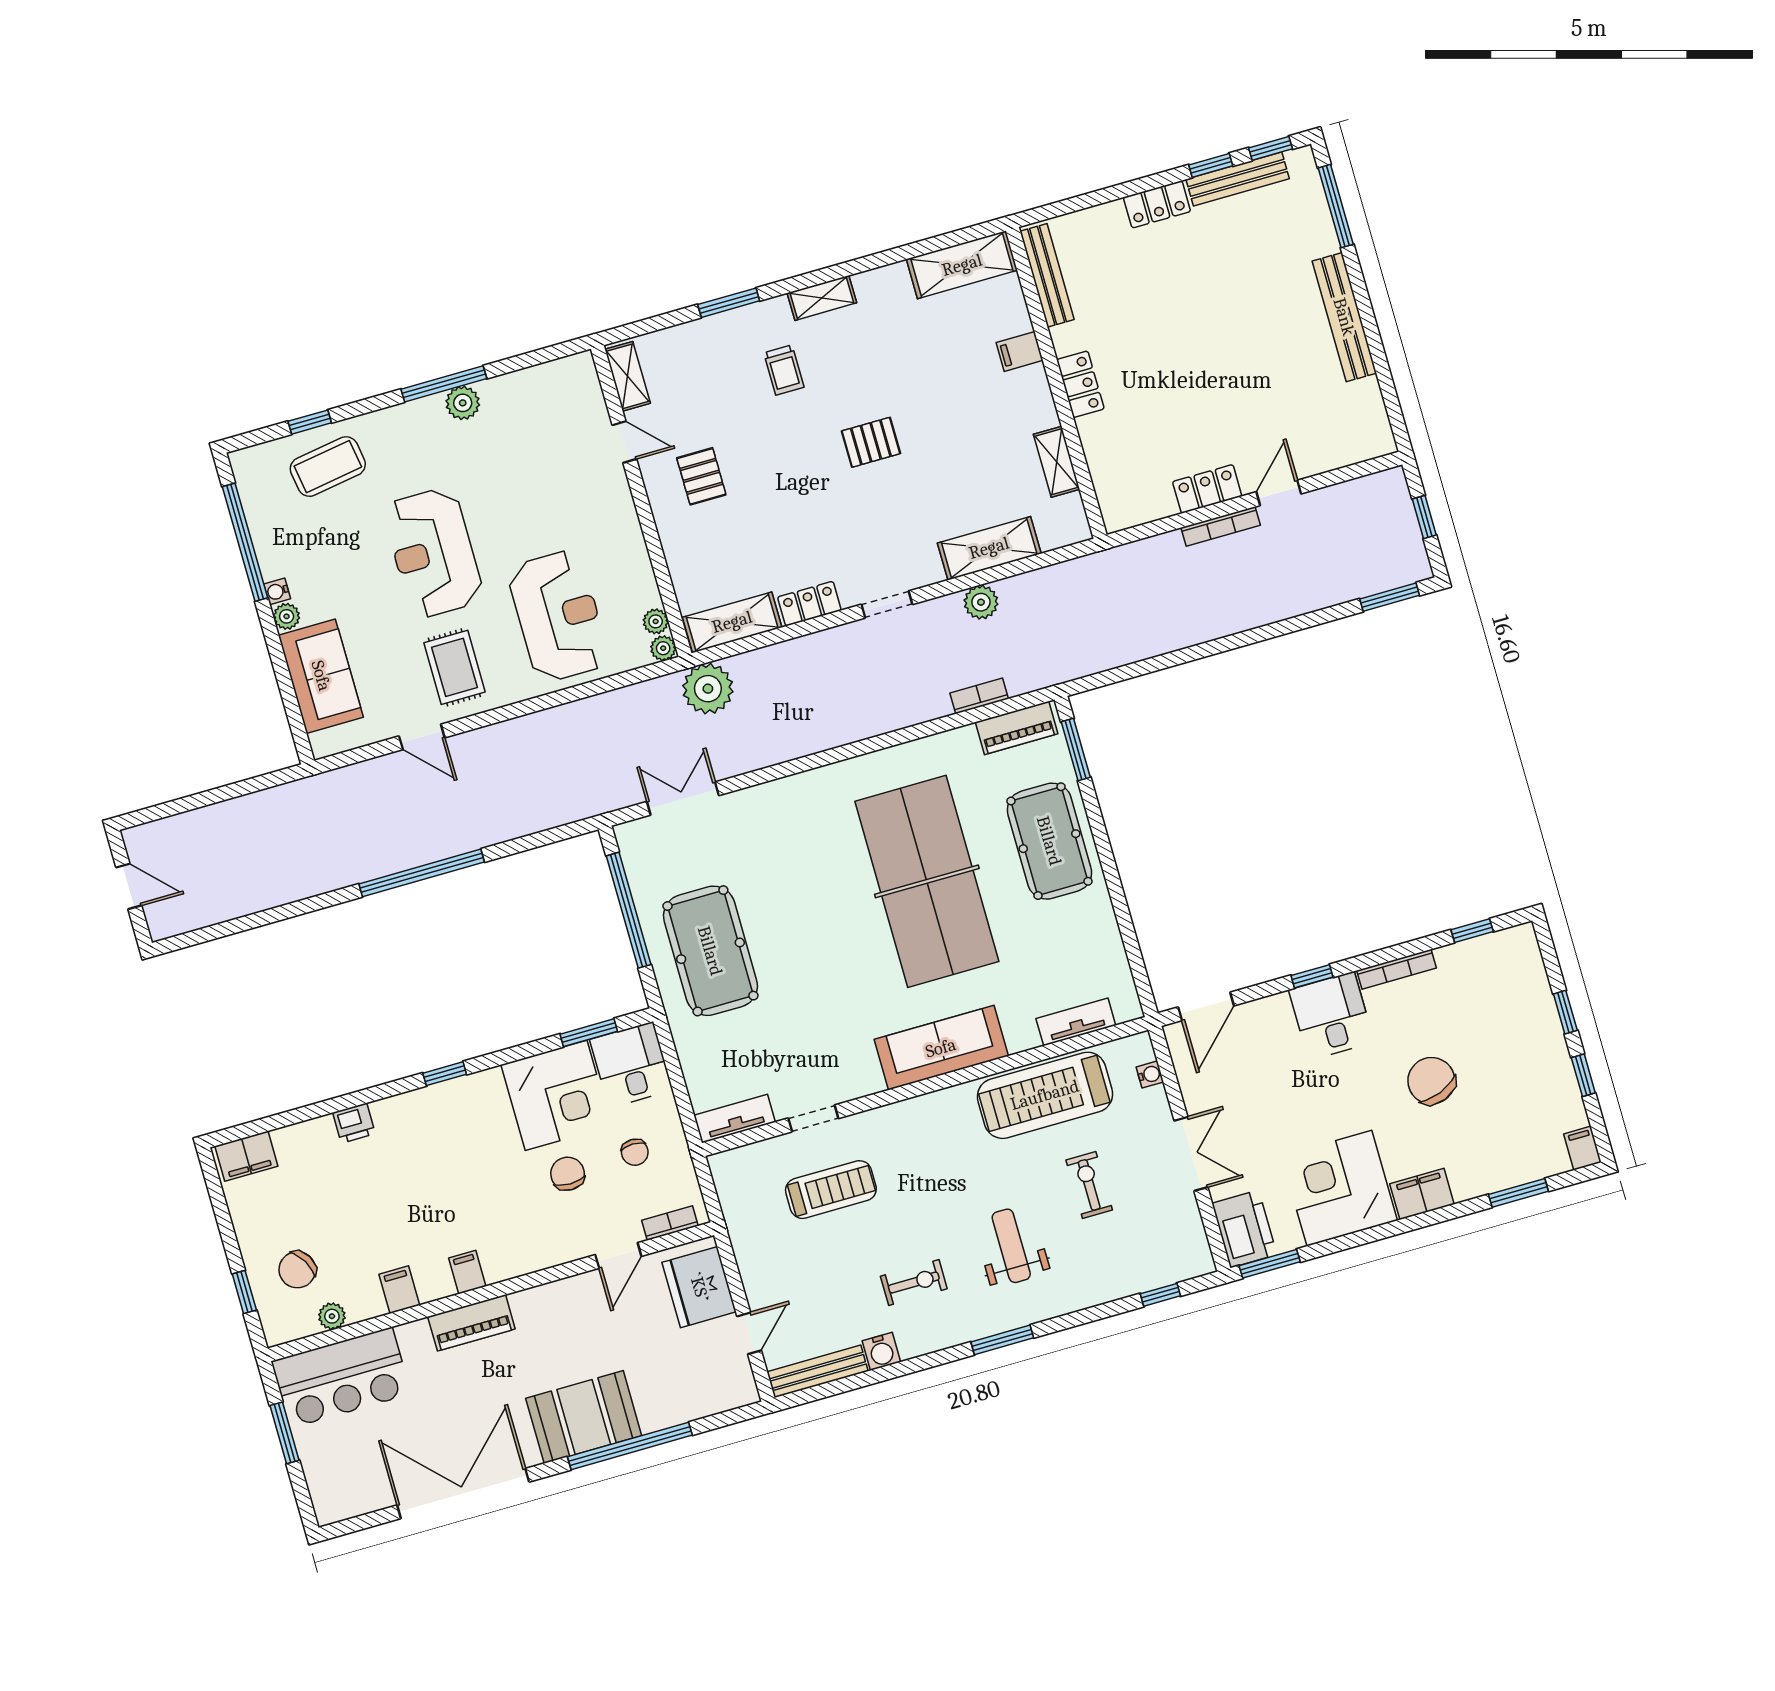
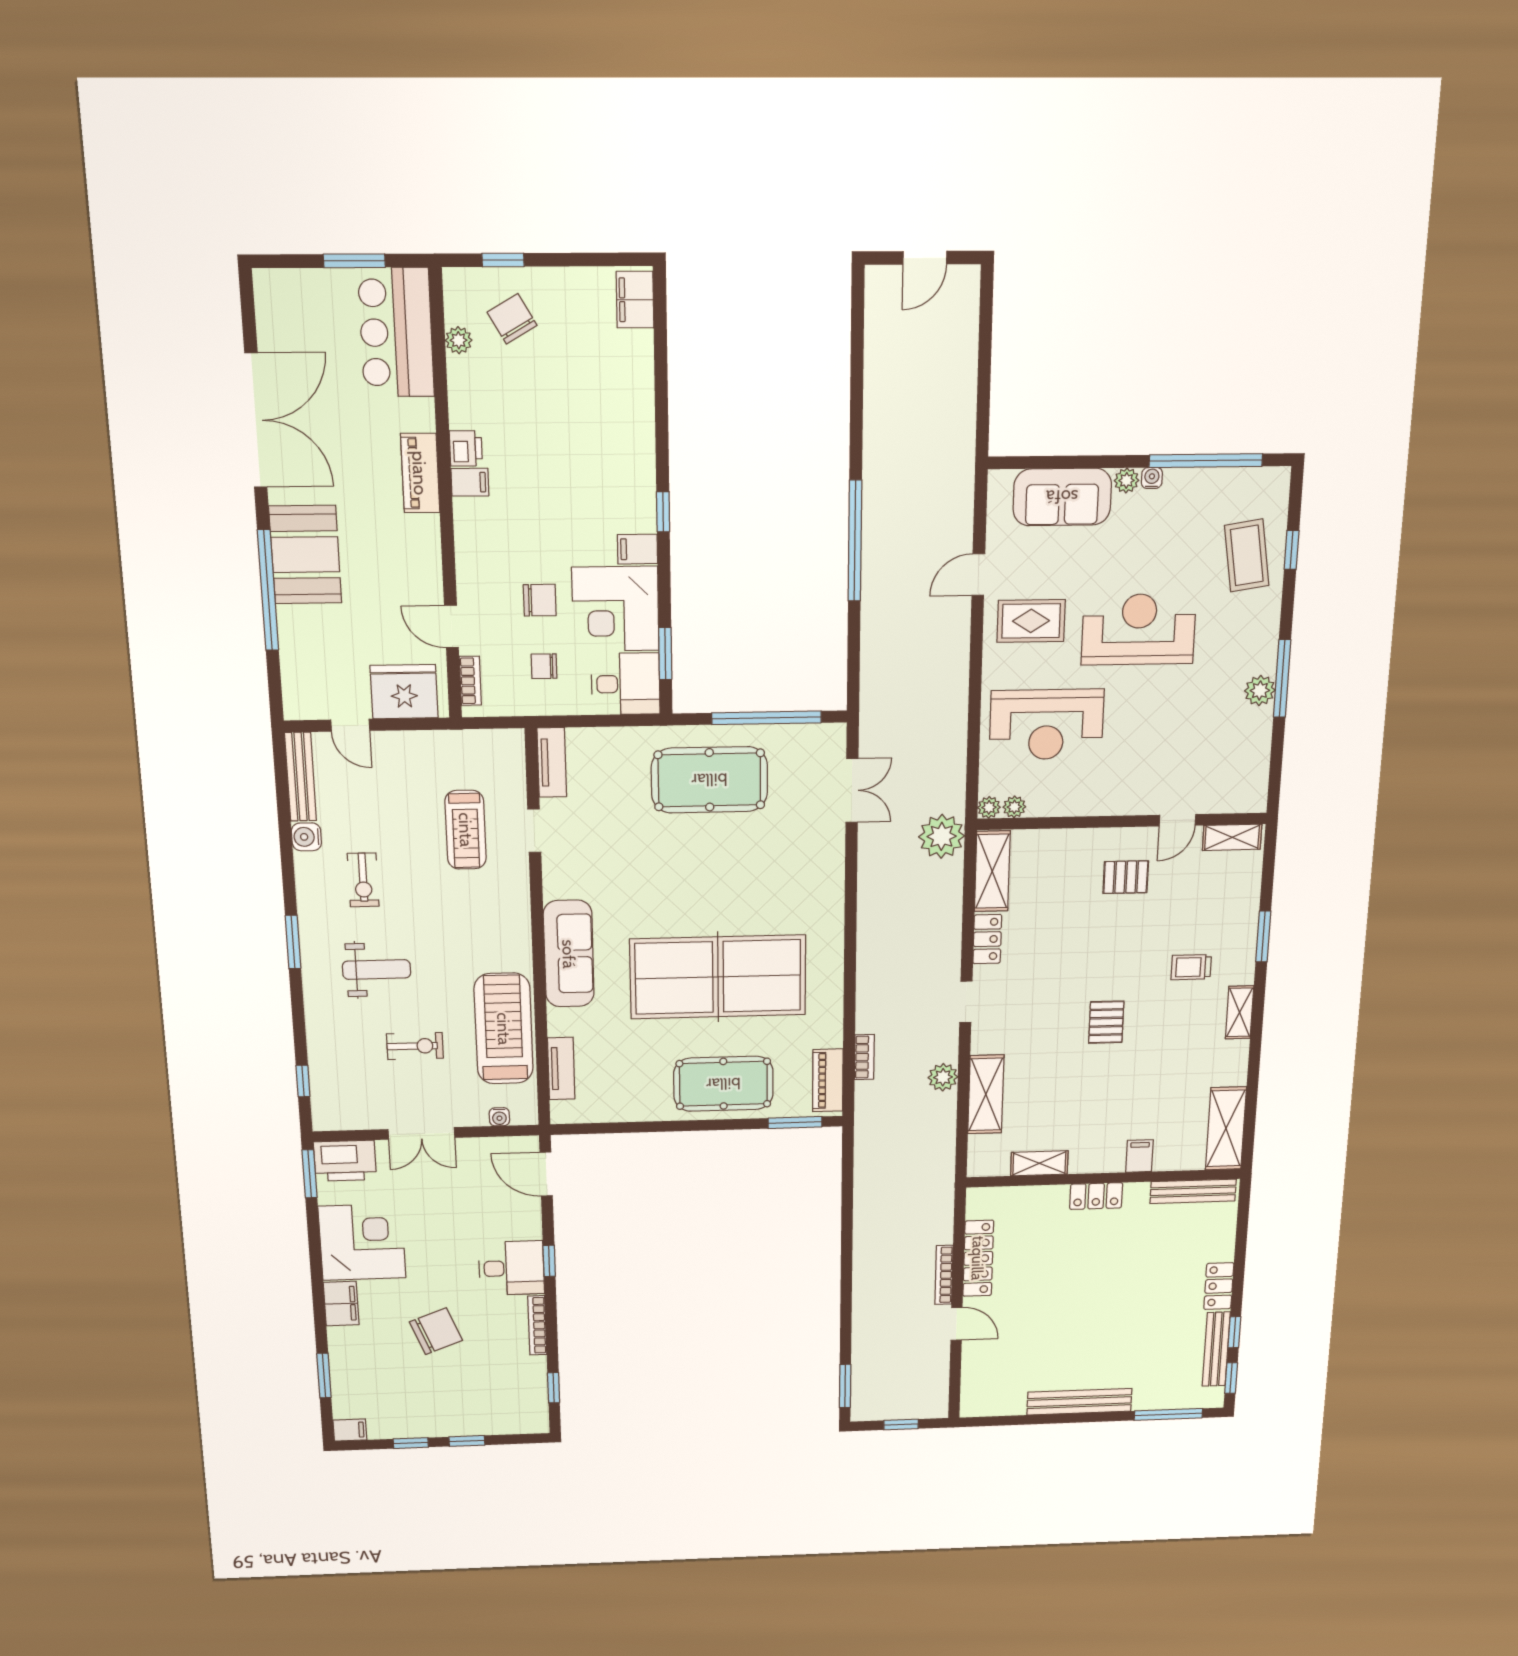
locker: (1207, 489) -> (978, 1258), width x1.53
printer: (354, 1123) -> (466, 448), moved, turned 180
filing cabinet: (399, 1290) -> (638, 549), moved, turned 180

